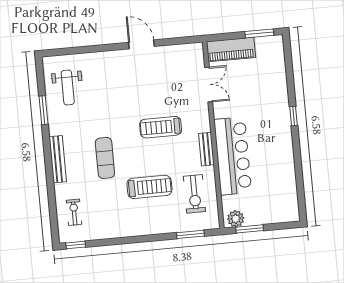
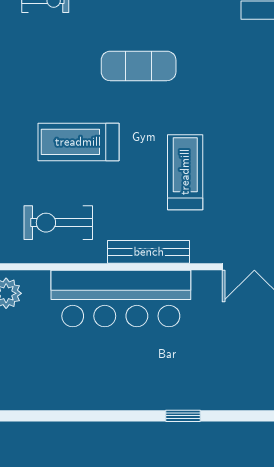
bench: (206, 149) -> (149, 252), width x1.36
treadmill: (149, 187) -> (78, 142), turned 90

